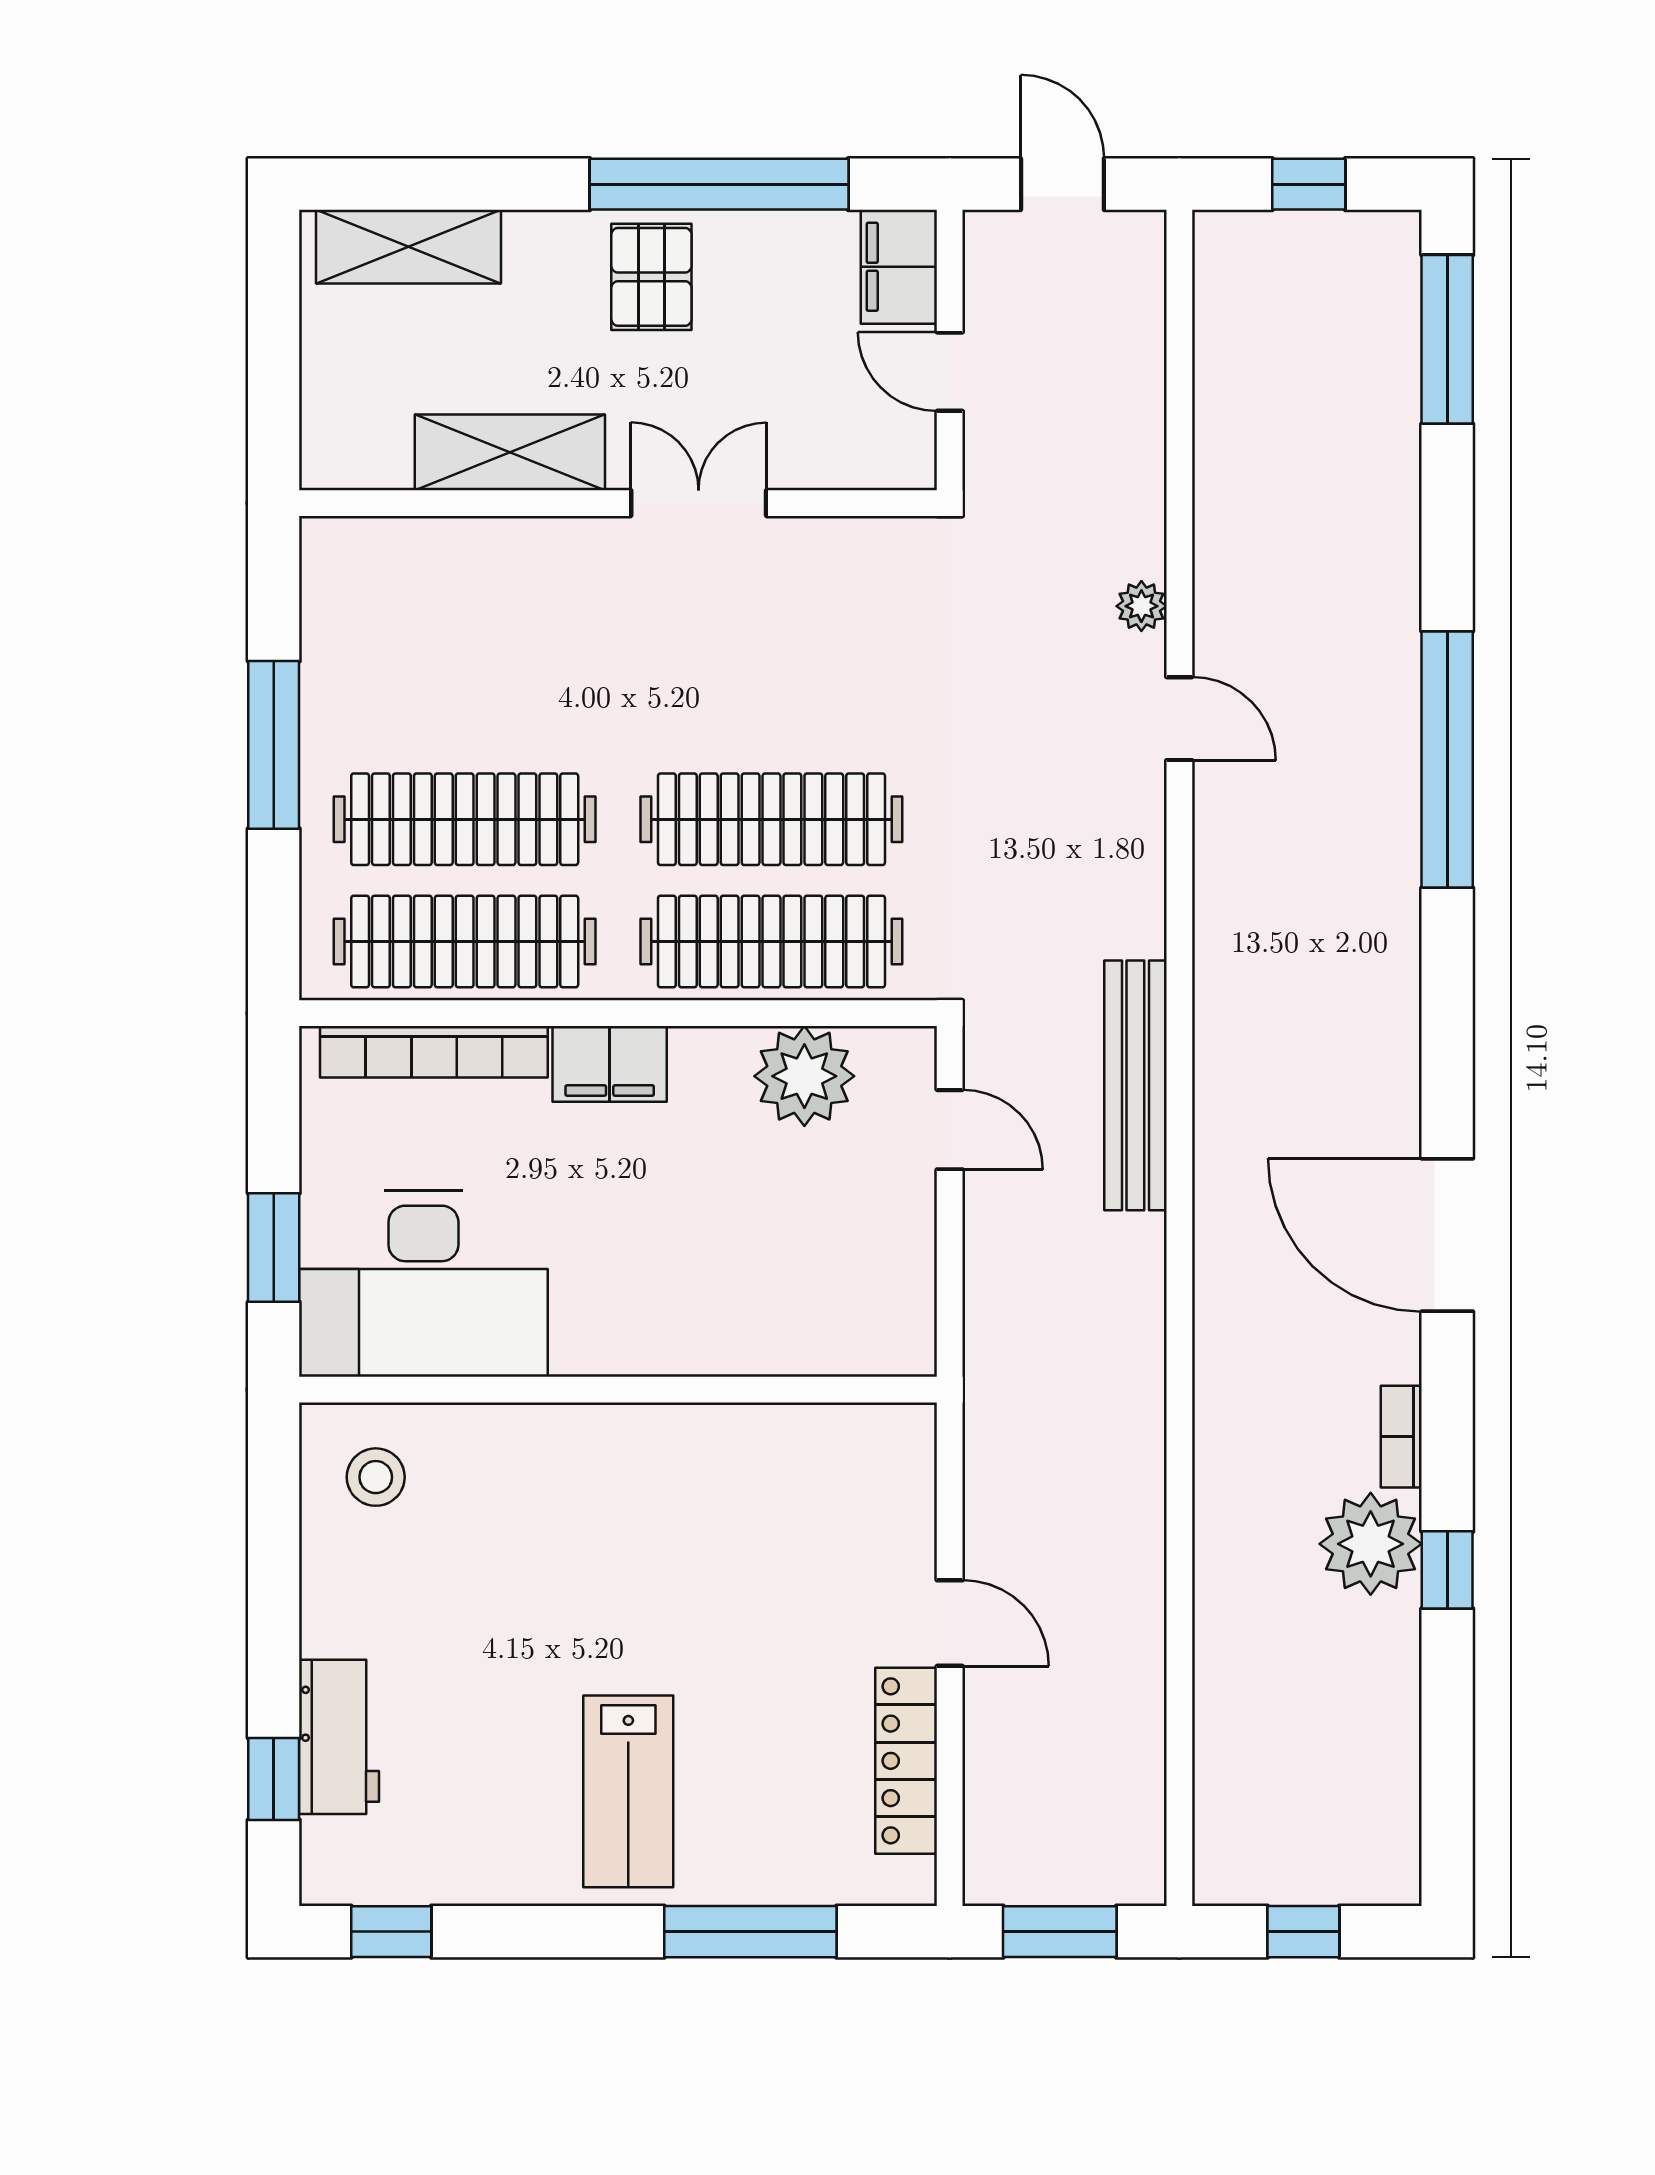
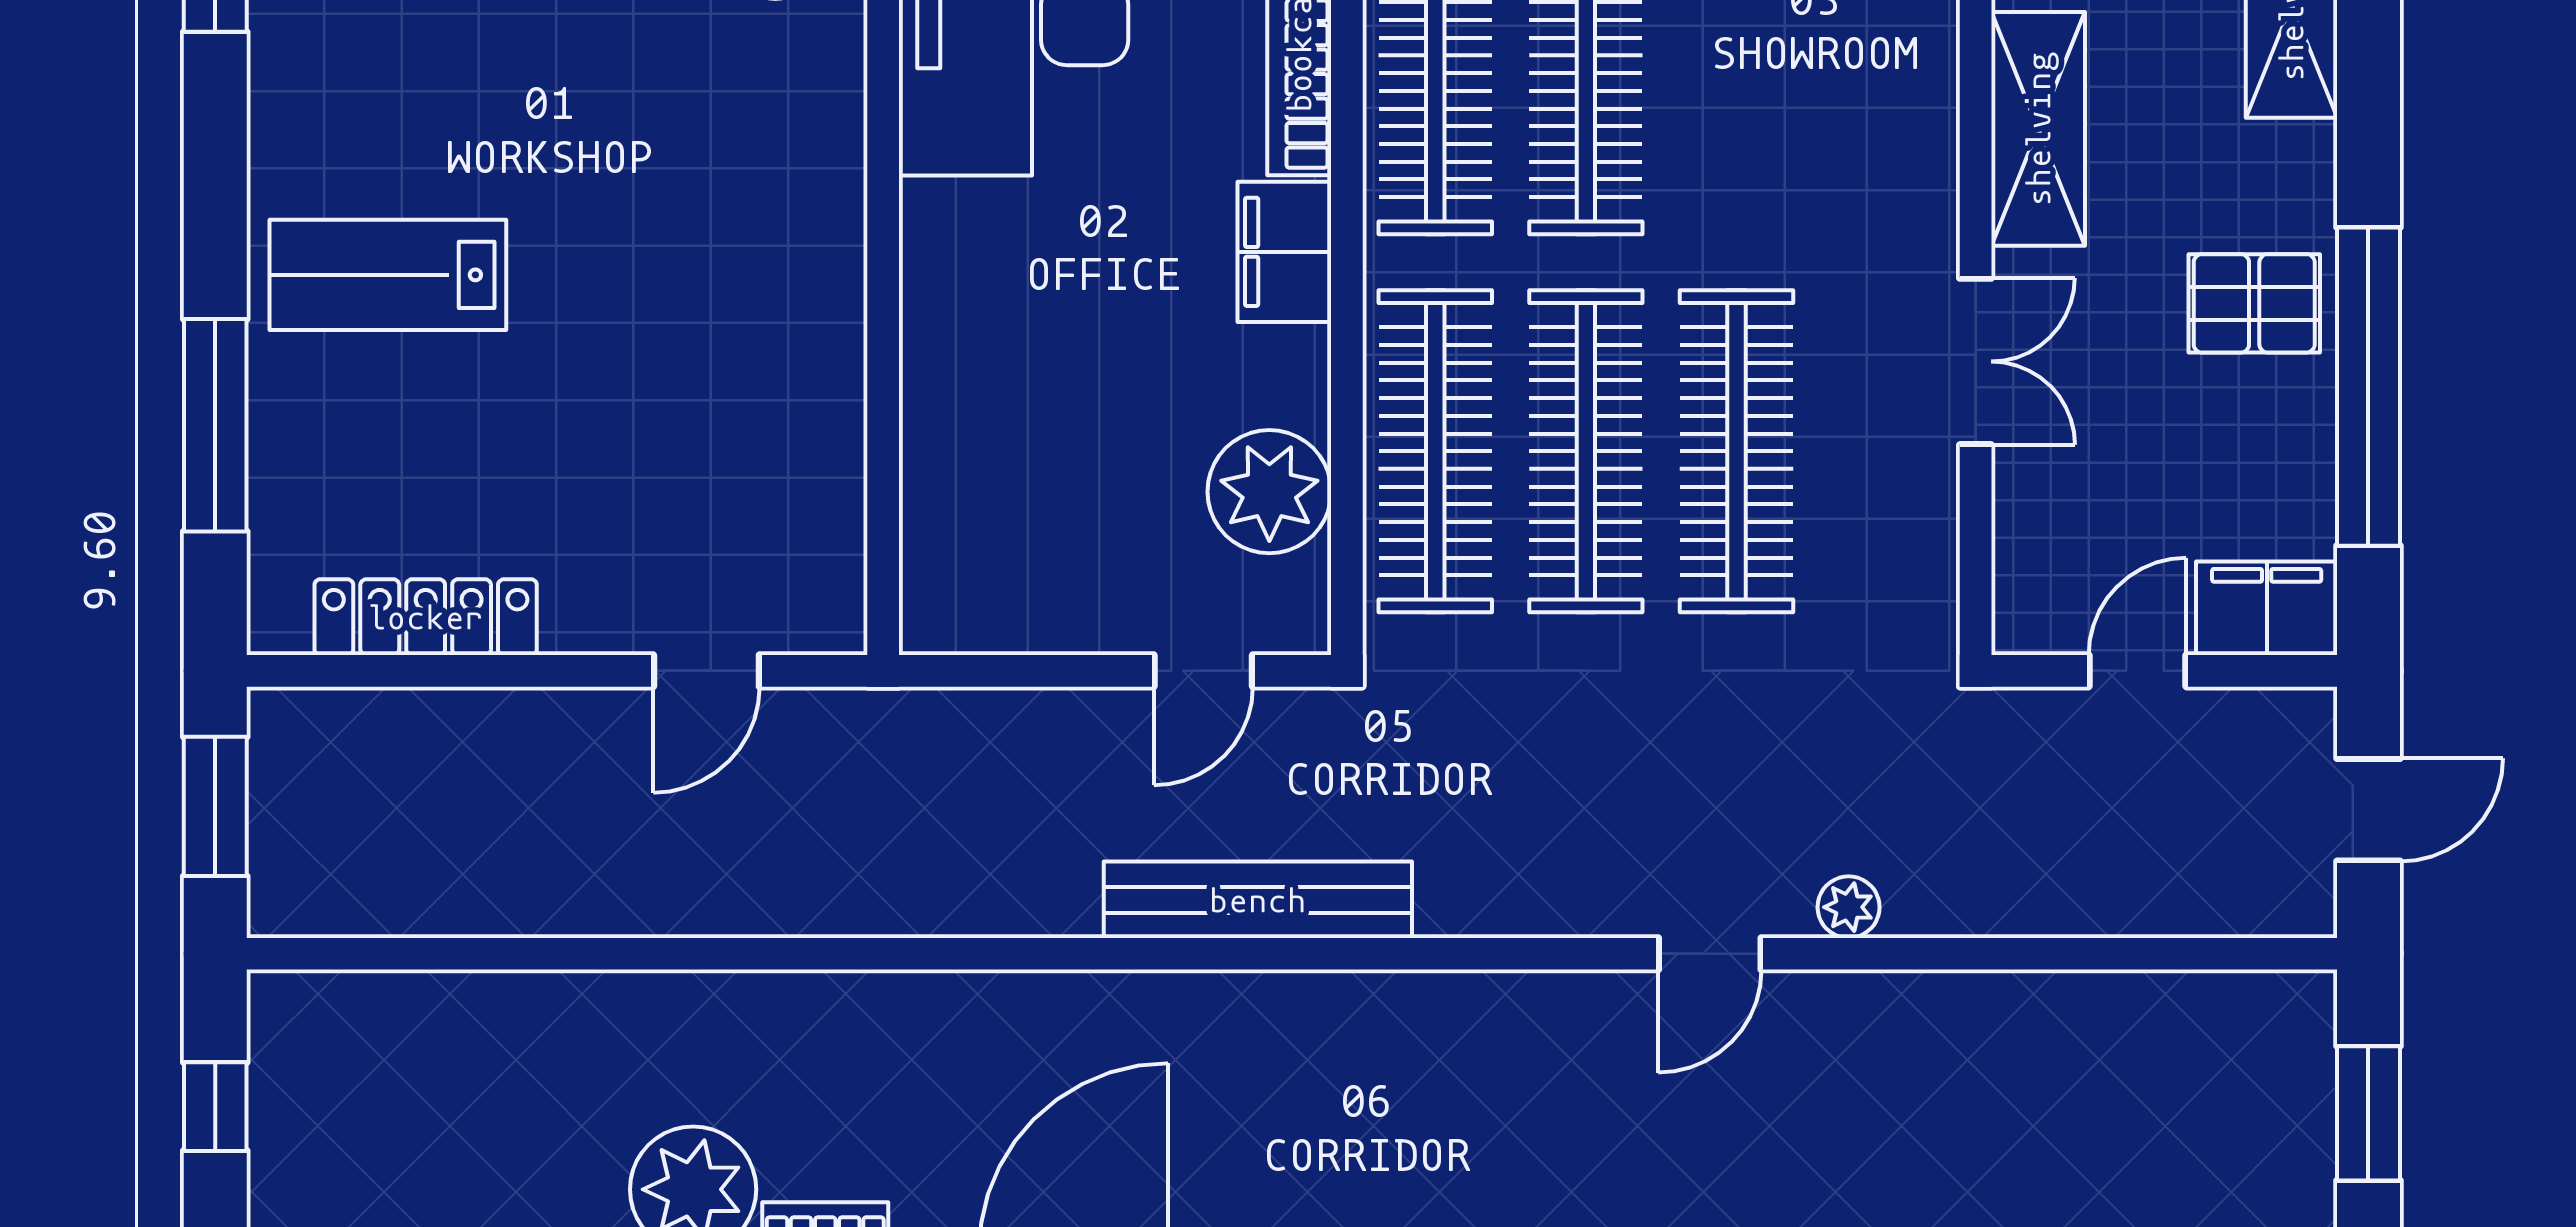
window: (1309, 184) -> (2368, 1113), width x1.50
clothes rail: (771, 697) -> (1737, 451), added
door: (950, 1623) -> (706, 671), moved

